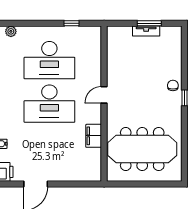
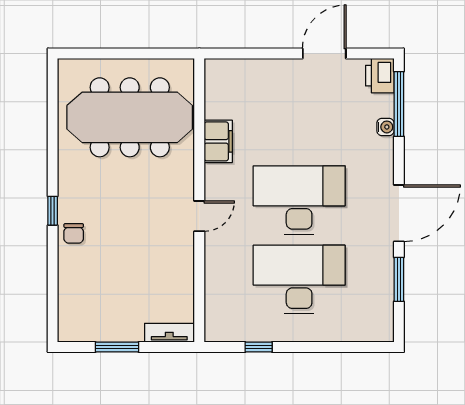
plant: (11, 31) -> (369, 332), removed
tv unit: (146, 31) -> (169, 333), moved

